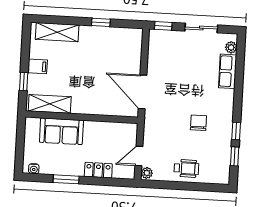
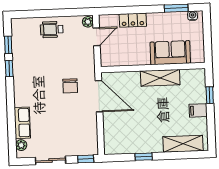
shelving: (50, 104) -> (160, 78), moved
chair: (198, 123) -> (70, 86), moved
window: (66, 179) -> (176, 8), moved

